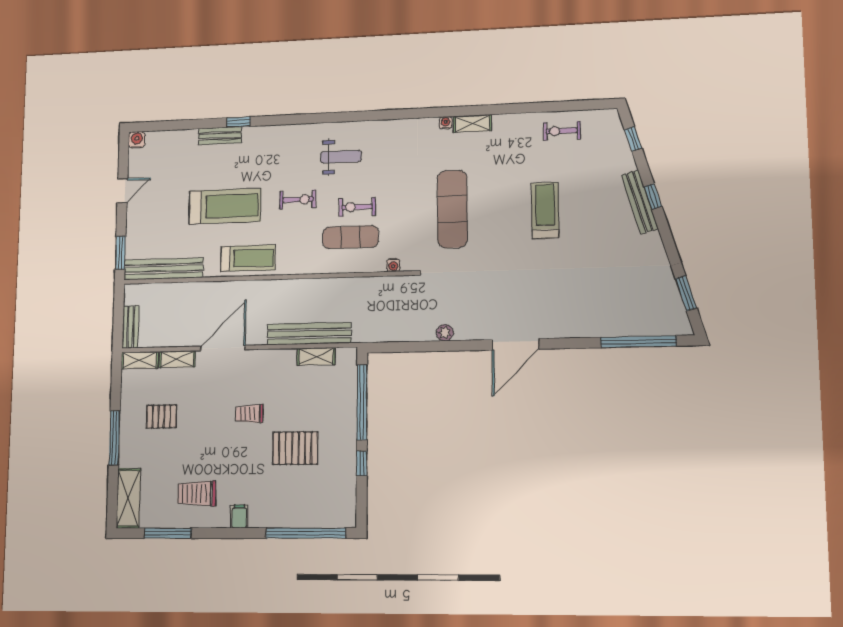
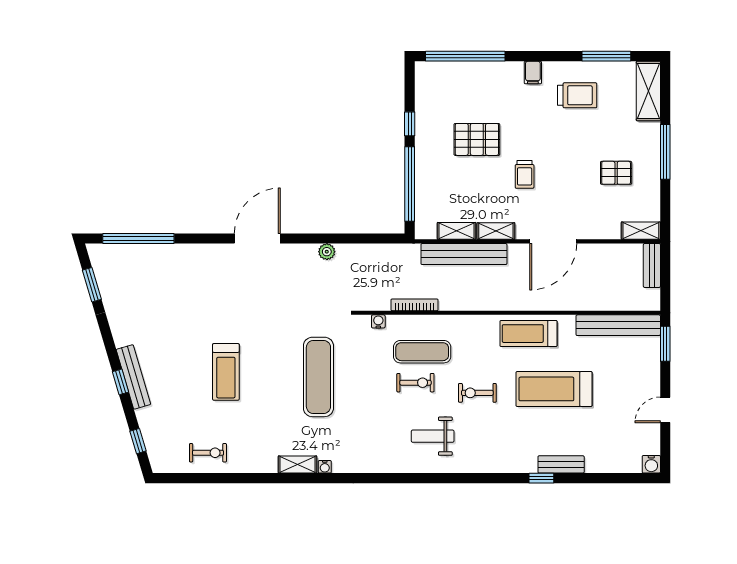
bookcase: (358, 283) -> (414, 305), added
shelving: (177, 359) -> (496, 231), moved
trolley: (249, 414) -> (525, 174), turned 90

